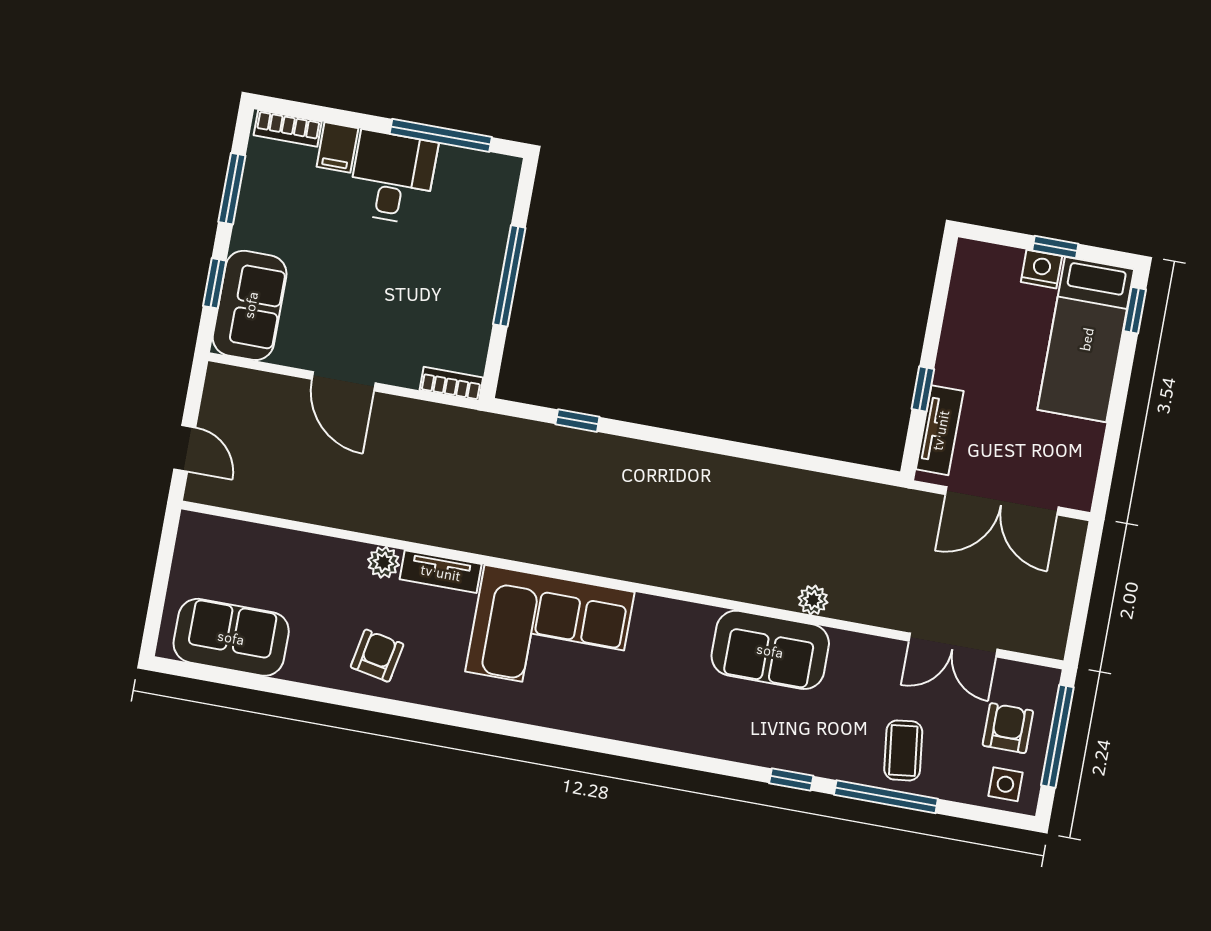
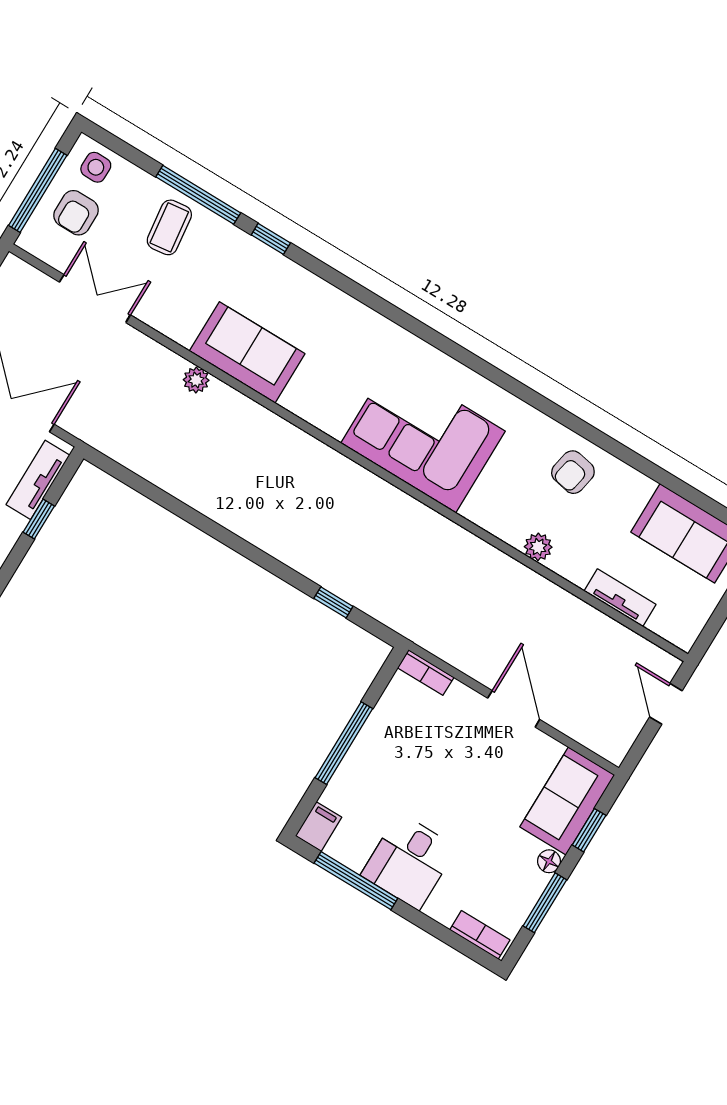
filing cabinet: (337, 147) -> (319, 827), moved
floor lamp: (244, 234) -> (549, 861), added
tv unit: (441, 572) -> (620, 598), moved

